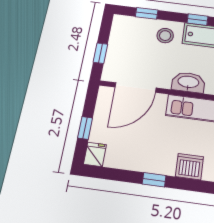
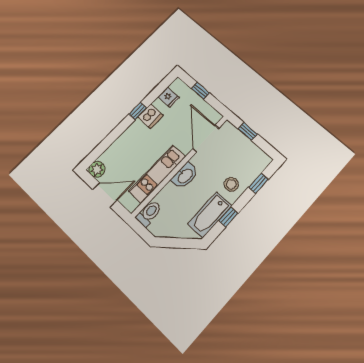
fridge: (95, 154) -> (169, 97), moved
dishwasher: (189, 167) -> (150, 116), moved

